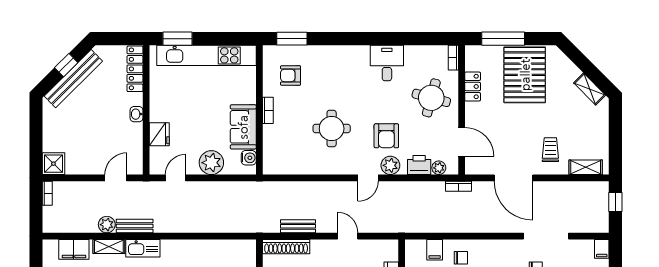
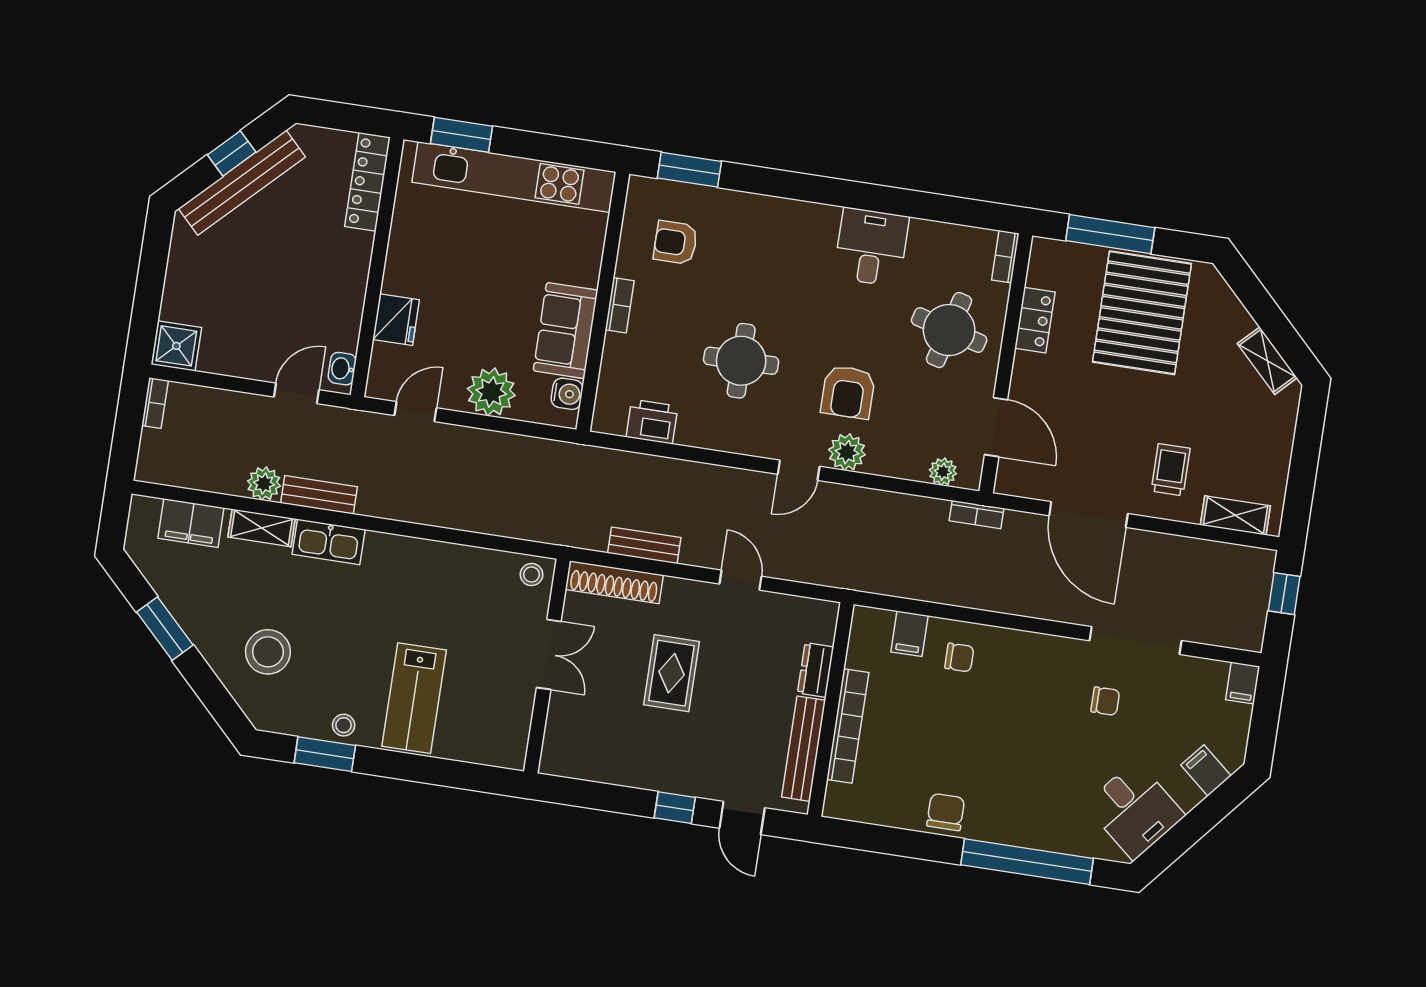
washbasin: (137, 114) -> (342, 369), moved
printer: (419, 165) -> (652, 422), moved
stool: (245, 249) -> (532, 575), added

